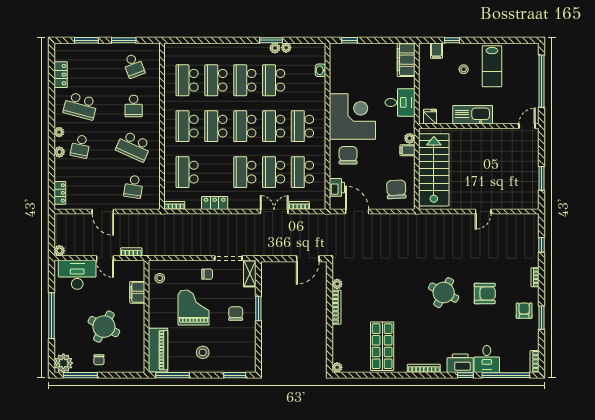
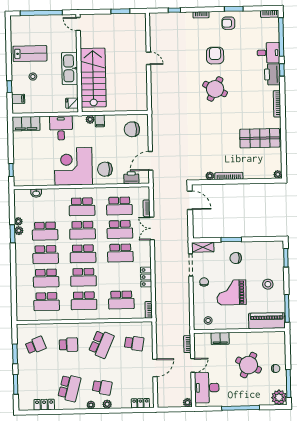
stairs: (434, 170) -> (93, 78), moved, turned 90

